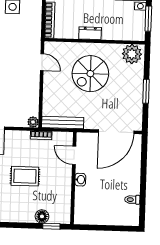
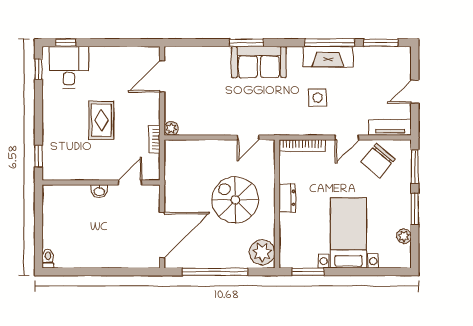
window: (146, 91) -> (215, 272), width x2.11
bench: (63, 123) -> (172, 166), removed
door: (116, 132) -> (162, 235), swing flipped
toilet: (132, 200) -> (48, 259), moved
floor lamp: (42, 216) -> (51, 144), removed

